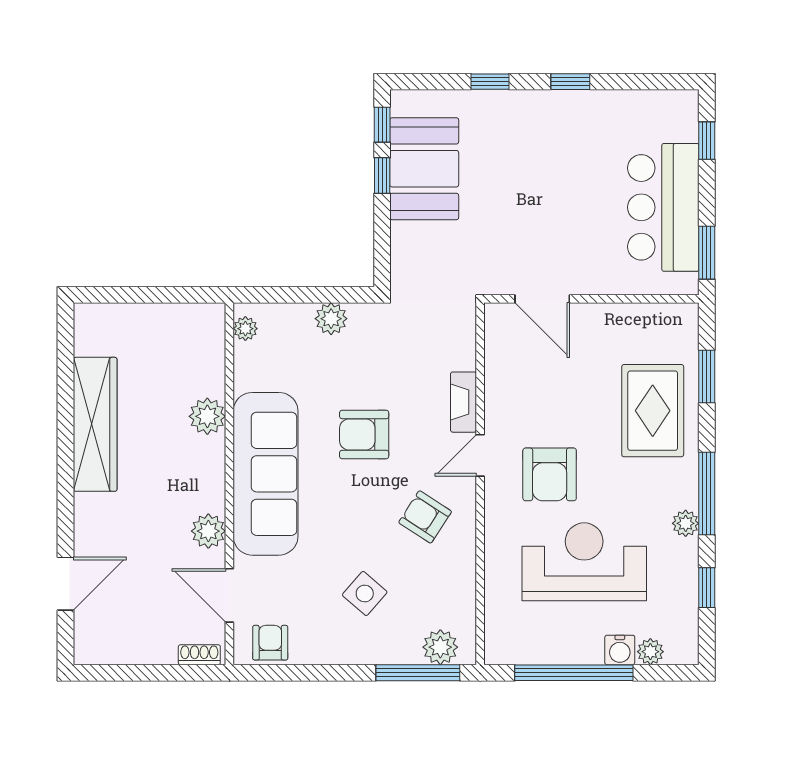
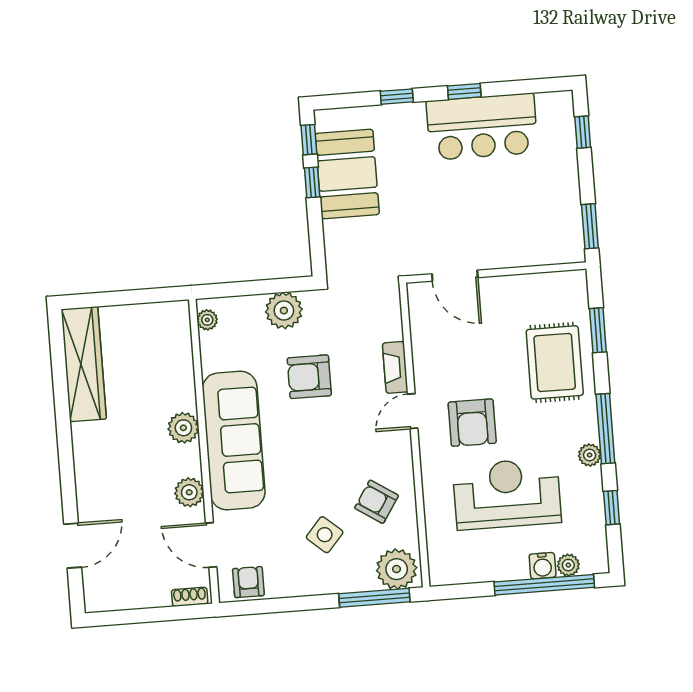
bar counter: (663, 207) -> (482, 127), moved, turned -90
plant: (331, 319) -> (284, 311), width x1.36, depth x1.36
plant: (207, 416) -> (183, 428), moved
wardrobe: (95, 424) -> (84, 364), moved
armchair: (364, 435) -> (309, 377), moved
armchair: (425, 517) -> (377, 502), moved
plant: (440, 647) -> (397, 569), width x1.36, depth x1.36
window: (574, 673) -> (544, 585), moved

